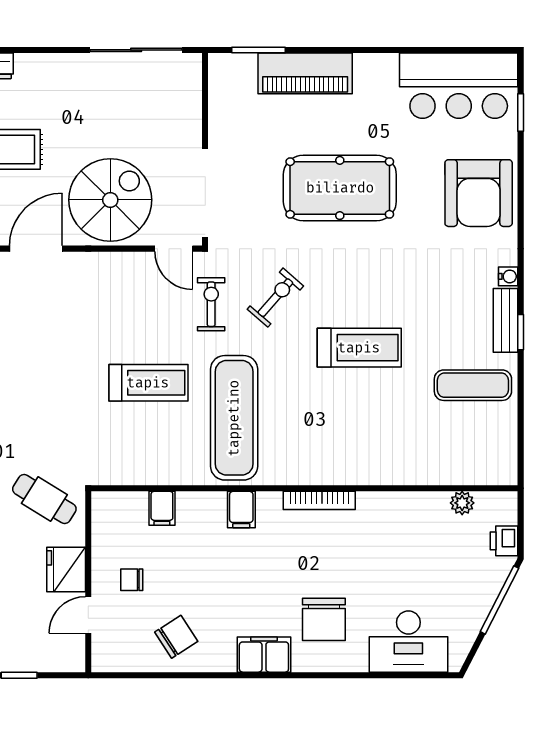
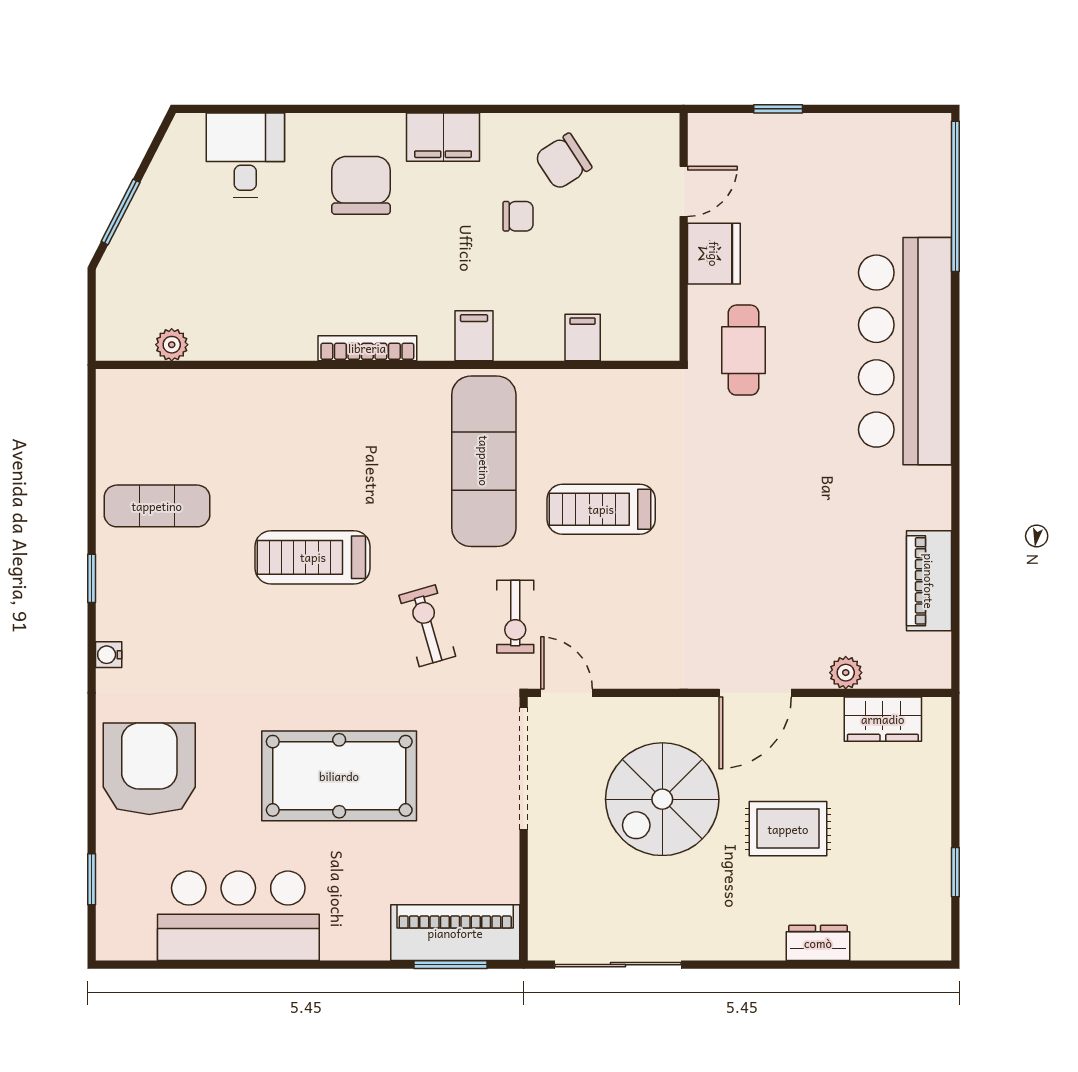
piano: (305, 73) -> (455, 933), moved
bar counter: (459, 86) -> (238, 916), moved
spiral stairs: (110, 200) -> (662, 799), moved
exercise bike: (275, 298) -> (427, 626), turned 123
bench: (505, 320) -> (112, 595), removed
cafe table: (44, 499) -> (744, 350), turned 58
printer: (504, 541) -> (114, 293), removed
chair: (132, 580) -> (518, 216), moved
window: (499, 600) -> (121, 212), width x0.69
desk: (408, 642) -> (245, 155), width x0.73

